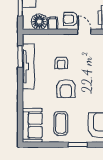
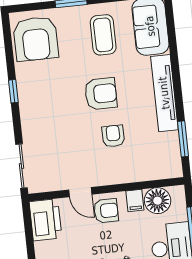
tv unit: (28, 66) -> (164, 93), moved
armchair: (66, 89) -> (101, 94), turned 90

